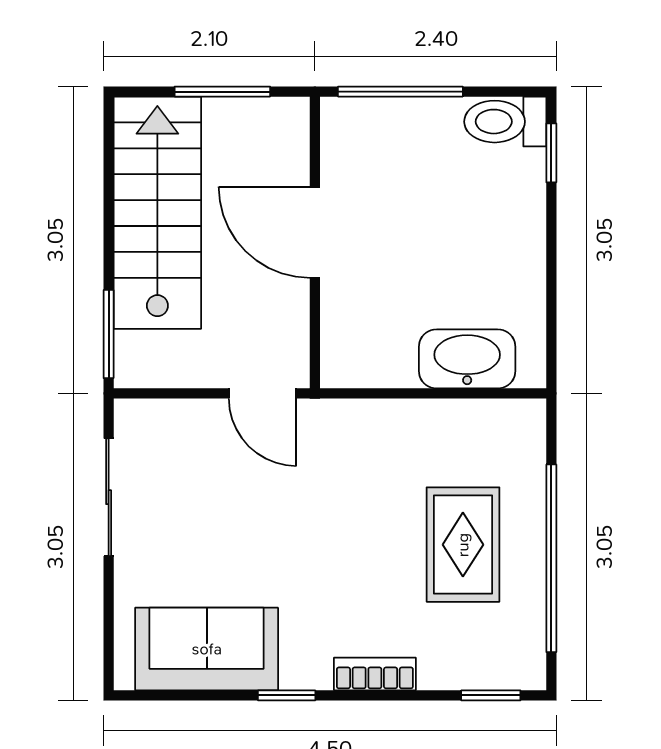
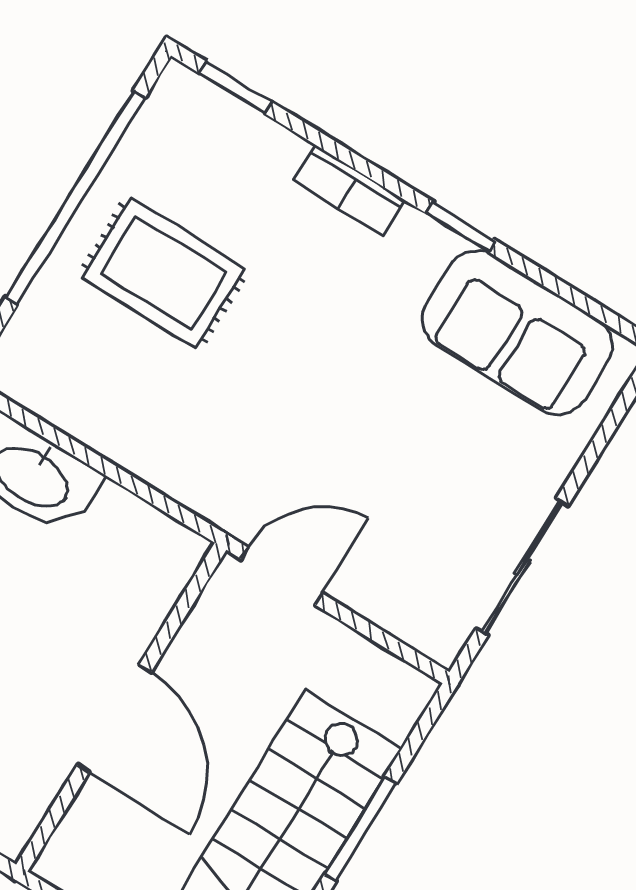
window: (109, 334) -> (360, 829), moved
door: (263, 393) -> (282, 576), hinge flipped
rug: (463, 545) -> (164, 273), turned 90

